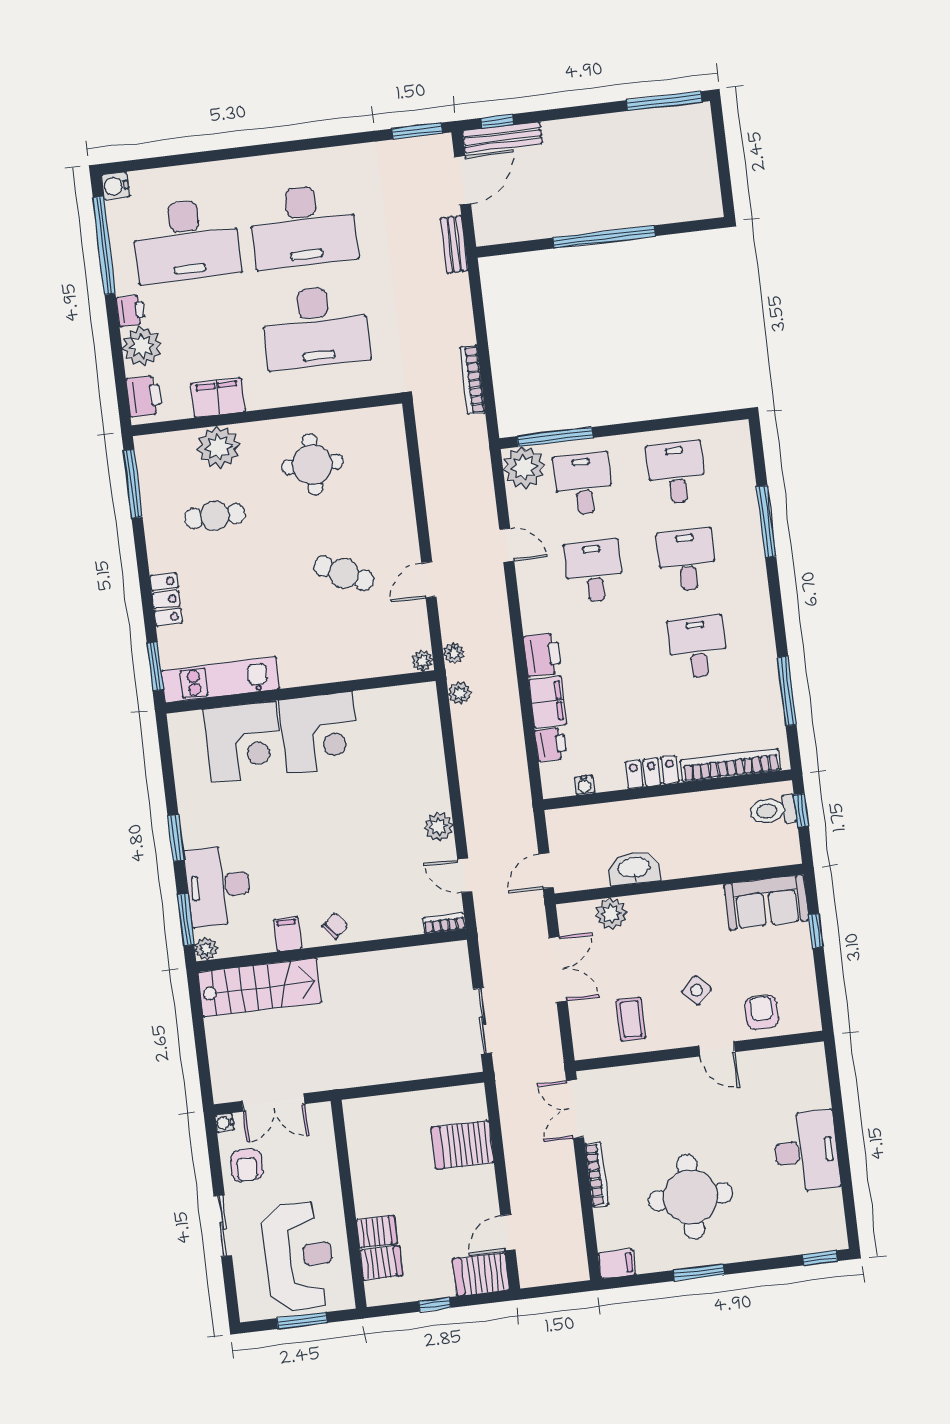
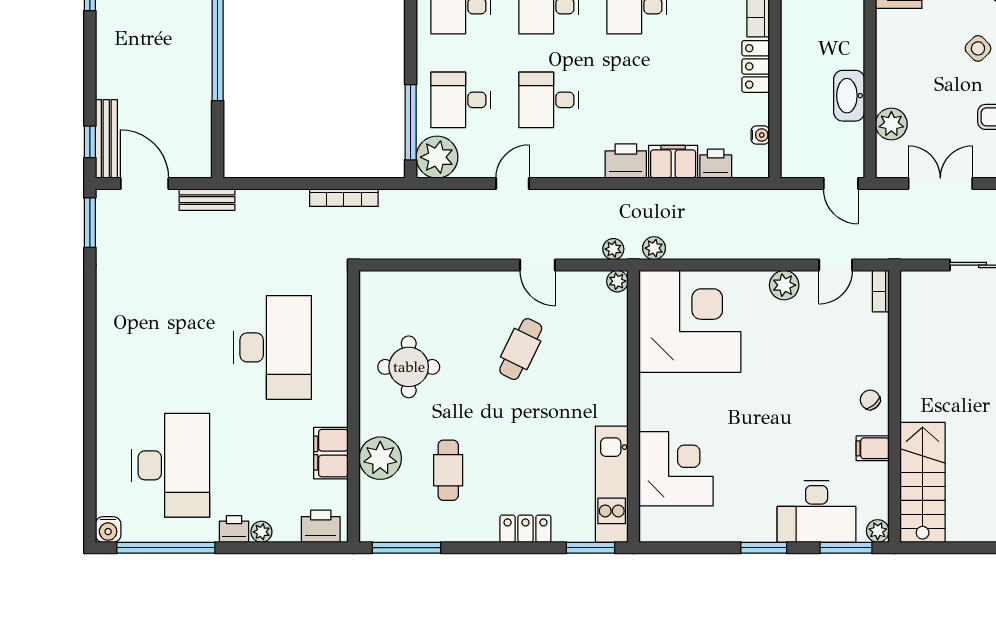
desk: (303, 226) -> (171, 347), removed
plant: (142, 346) -> (261, 532), width x0.53, depth x0.53
corner desk: (320, 733) -> (690, 321), moved, width x1.36, depth x1.36

